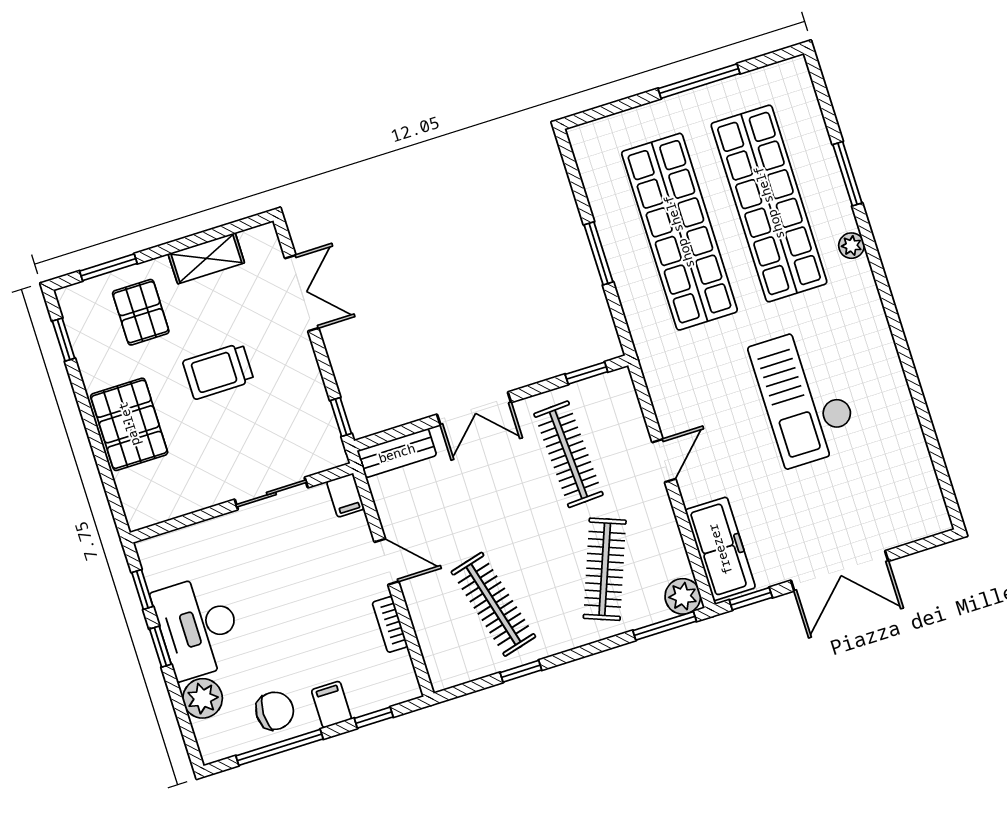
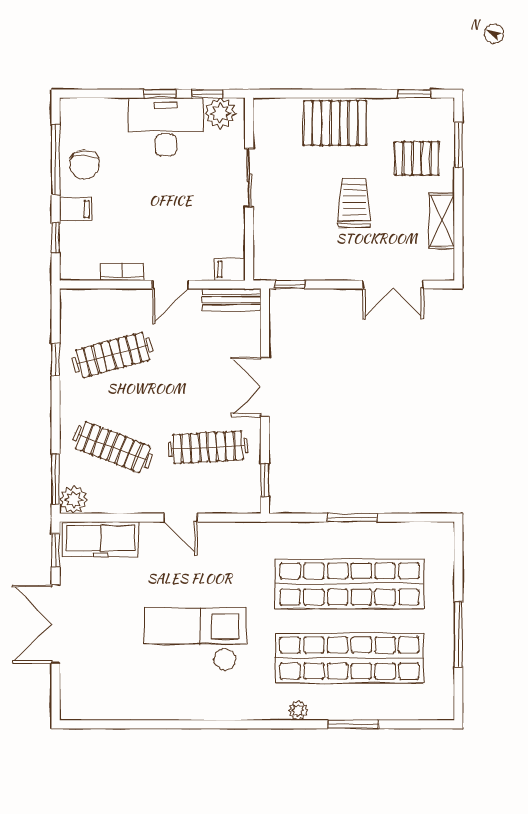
bench: (397, 453) -> (231, 300), moved, turned 90
sliding door: (271, 493) -> (249, 178), moved
plant: (203, 698) -> (220, 113), moved

